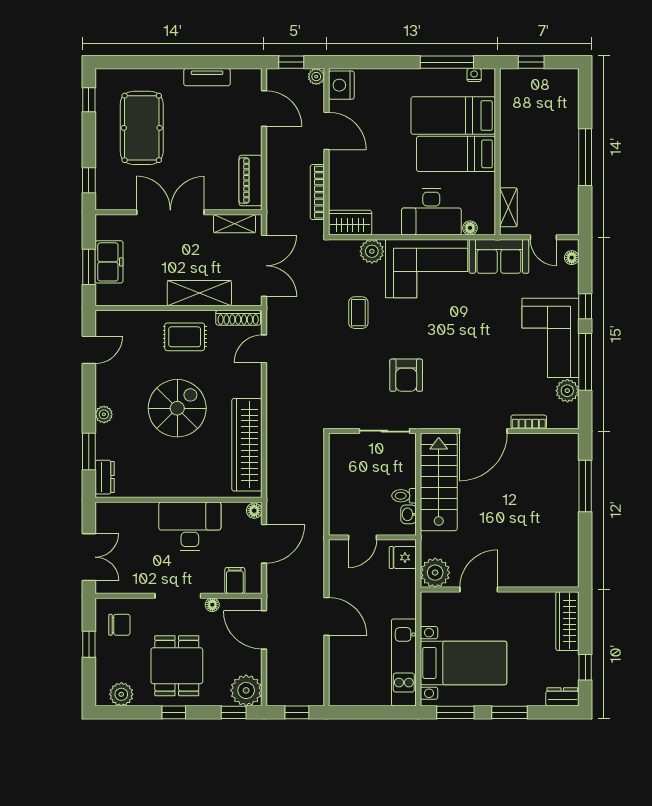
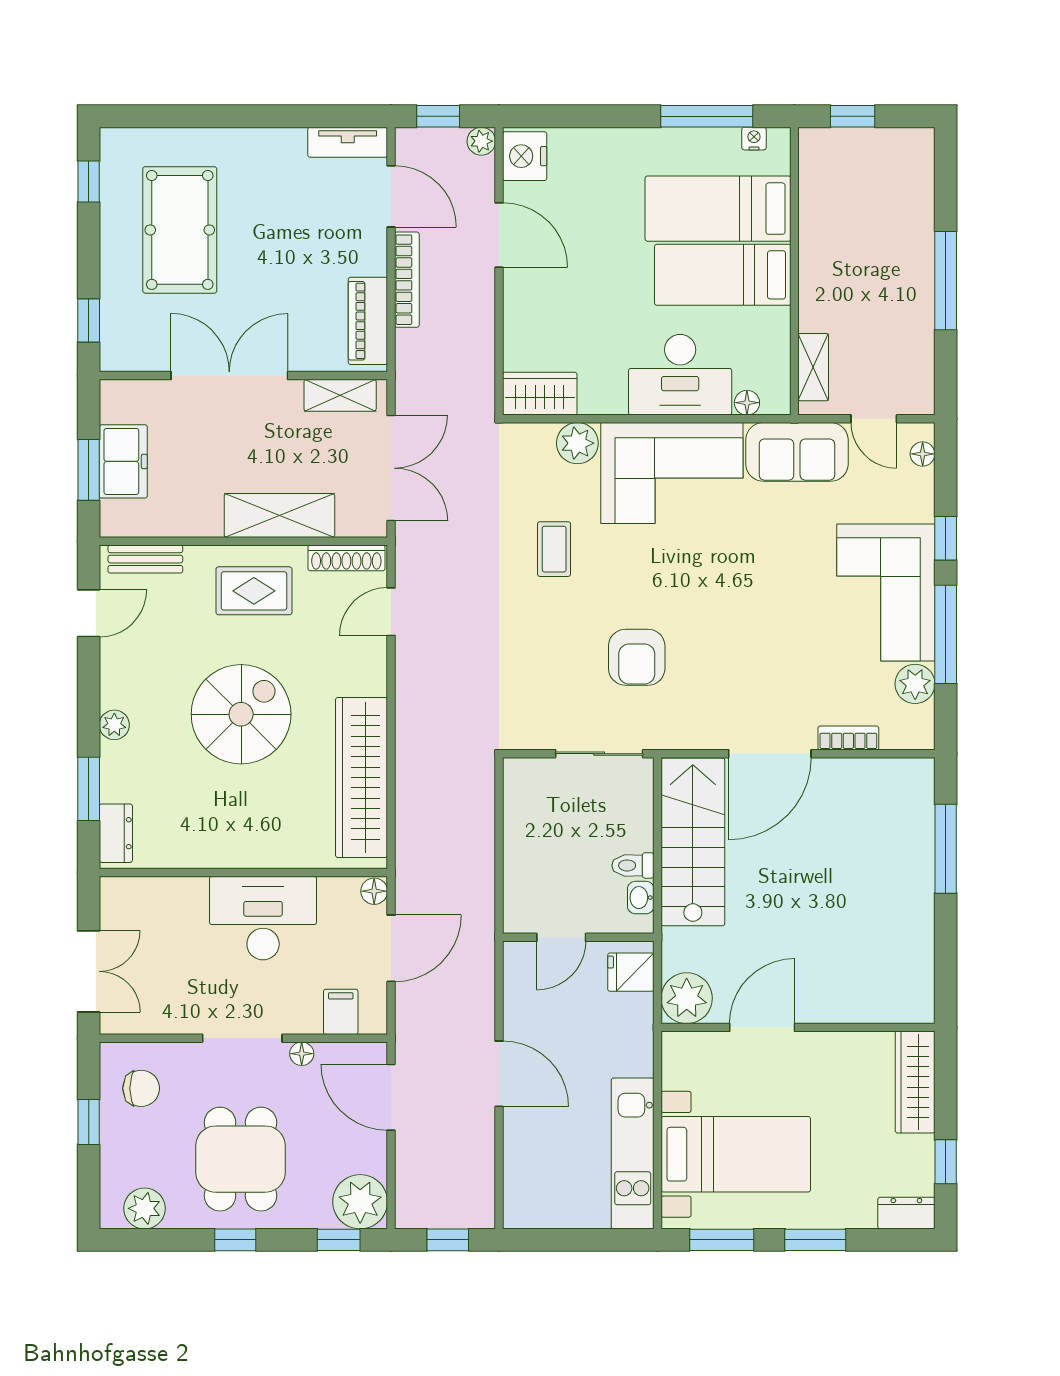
tv unit: (207, 77) -> (348, 142), moved
bookcase: (317, 192) -> (407, 280), moved, turned 180
bench: (122, 318) -> (145, 559), added

